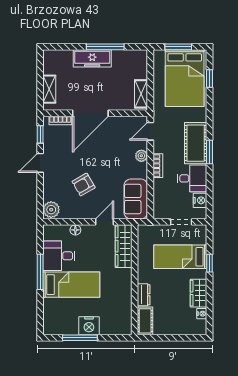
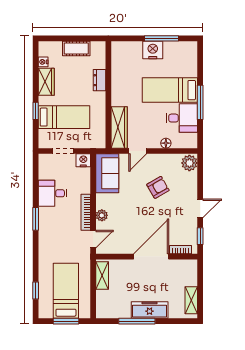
bed: (185, 78) -> (66, 291), width x0.67
shelving: (49, 89) -> (191, 300), moved
cot: (196, 143) -> (49, 228), removed
bookcase: (158, 166) -> (86, 212), width x1.56
nightstand: (200, 200) -> (83, 160), moved, turned 90
cot: (145, 321) -> (76, 49), moved, turned 90

